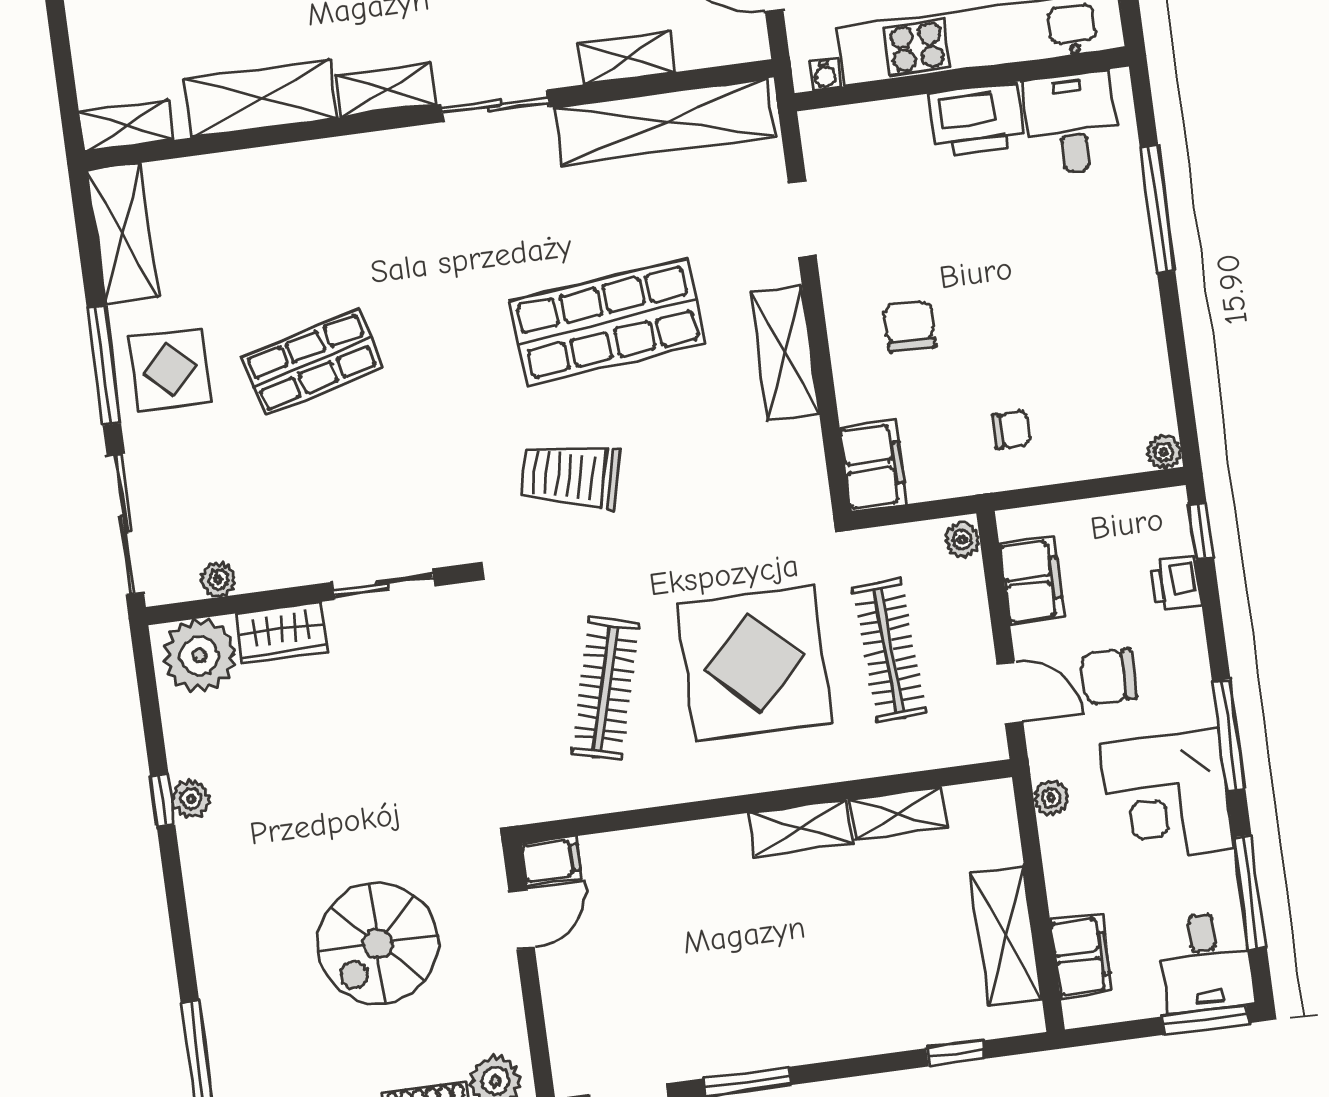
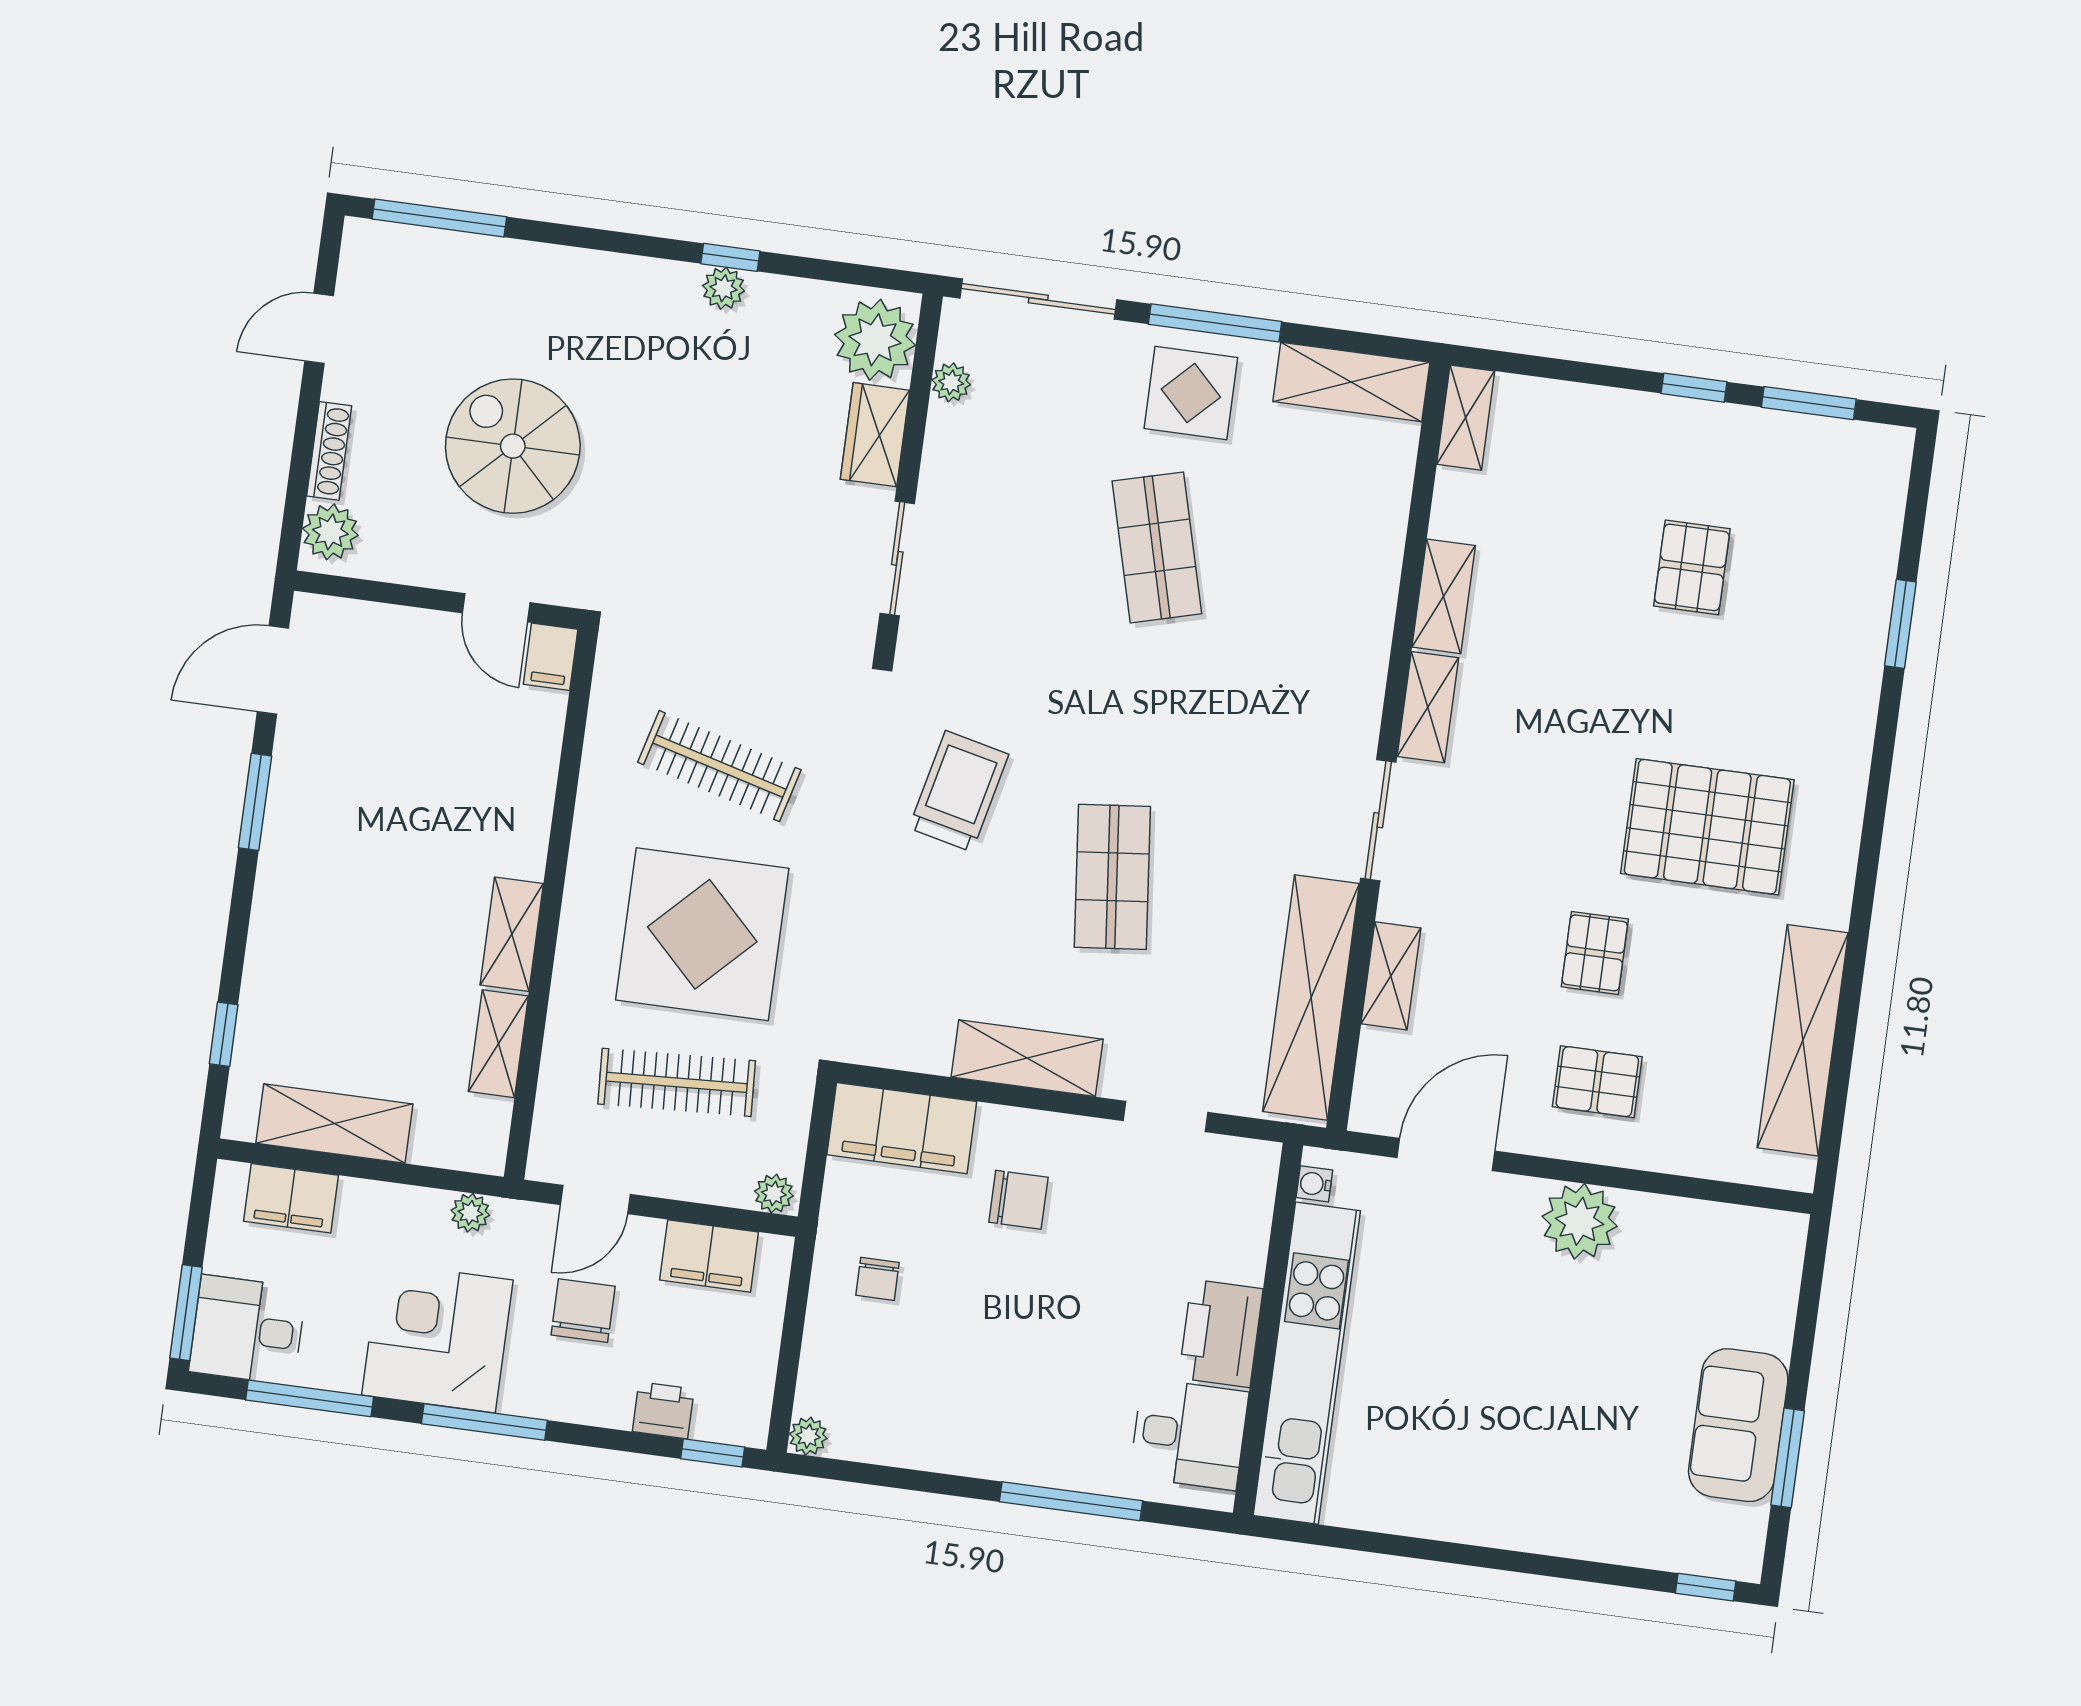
shelving: (261, 99) -> (1444, 596), width x0.67, depth x0.75
shop shelf: (608, 322) -> (1112, 877), width x0.70, depth x0.74
filing cabinet: (873, 466) -> (902, 1128), width x1.50, depth x1.17

